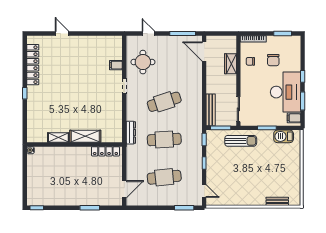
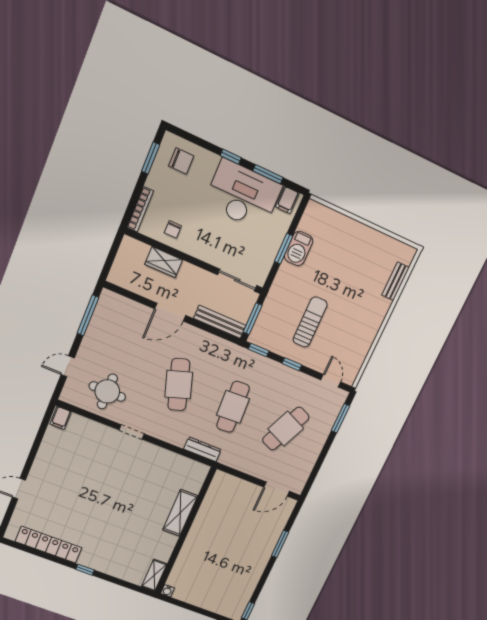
door: (204, 52) -> (170, 312), moved
chair: (273, 60) -> (181, 161), moved
filing cabinet: (116, 65) -> (61, 418), moved
barbecue: (284, 136) -> (299, 248), moved
shelving: (58, 138) -> (154, 575), moved
sun lounger: (241, 141) -> (310, 322), moved
locker: (105, 151) -> (213, 494), removed
cafe table: (164, 177) -> (286, 429), turned 30
door: (124, 189) -> (277, 489), swing flipped
door: (204, 191) -> (331, 381), hinge flipped

